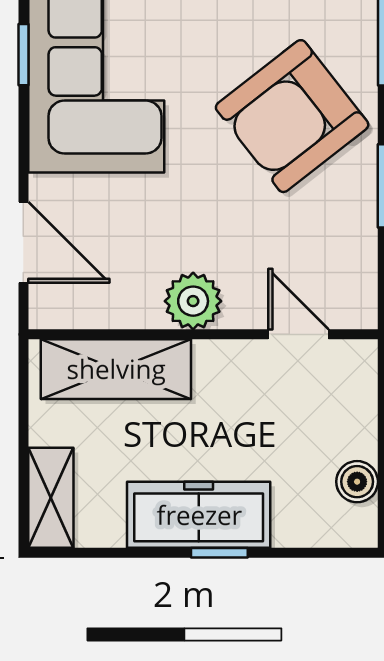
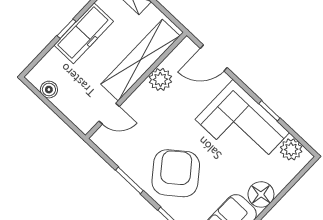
plant: (193, 301) -> (160, 79), moved
shelving: (116, 369) -> (140, 60), width x1.47

